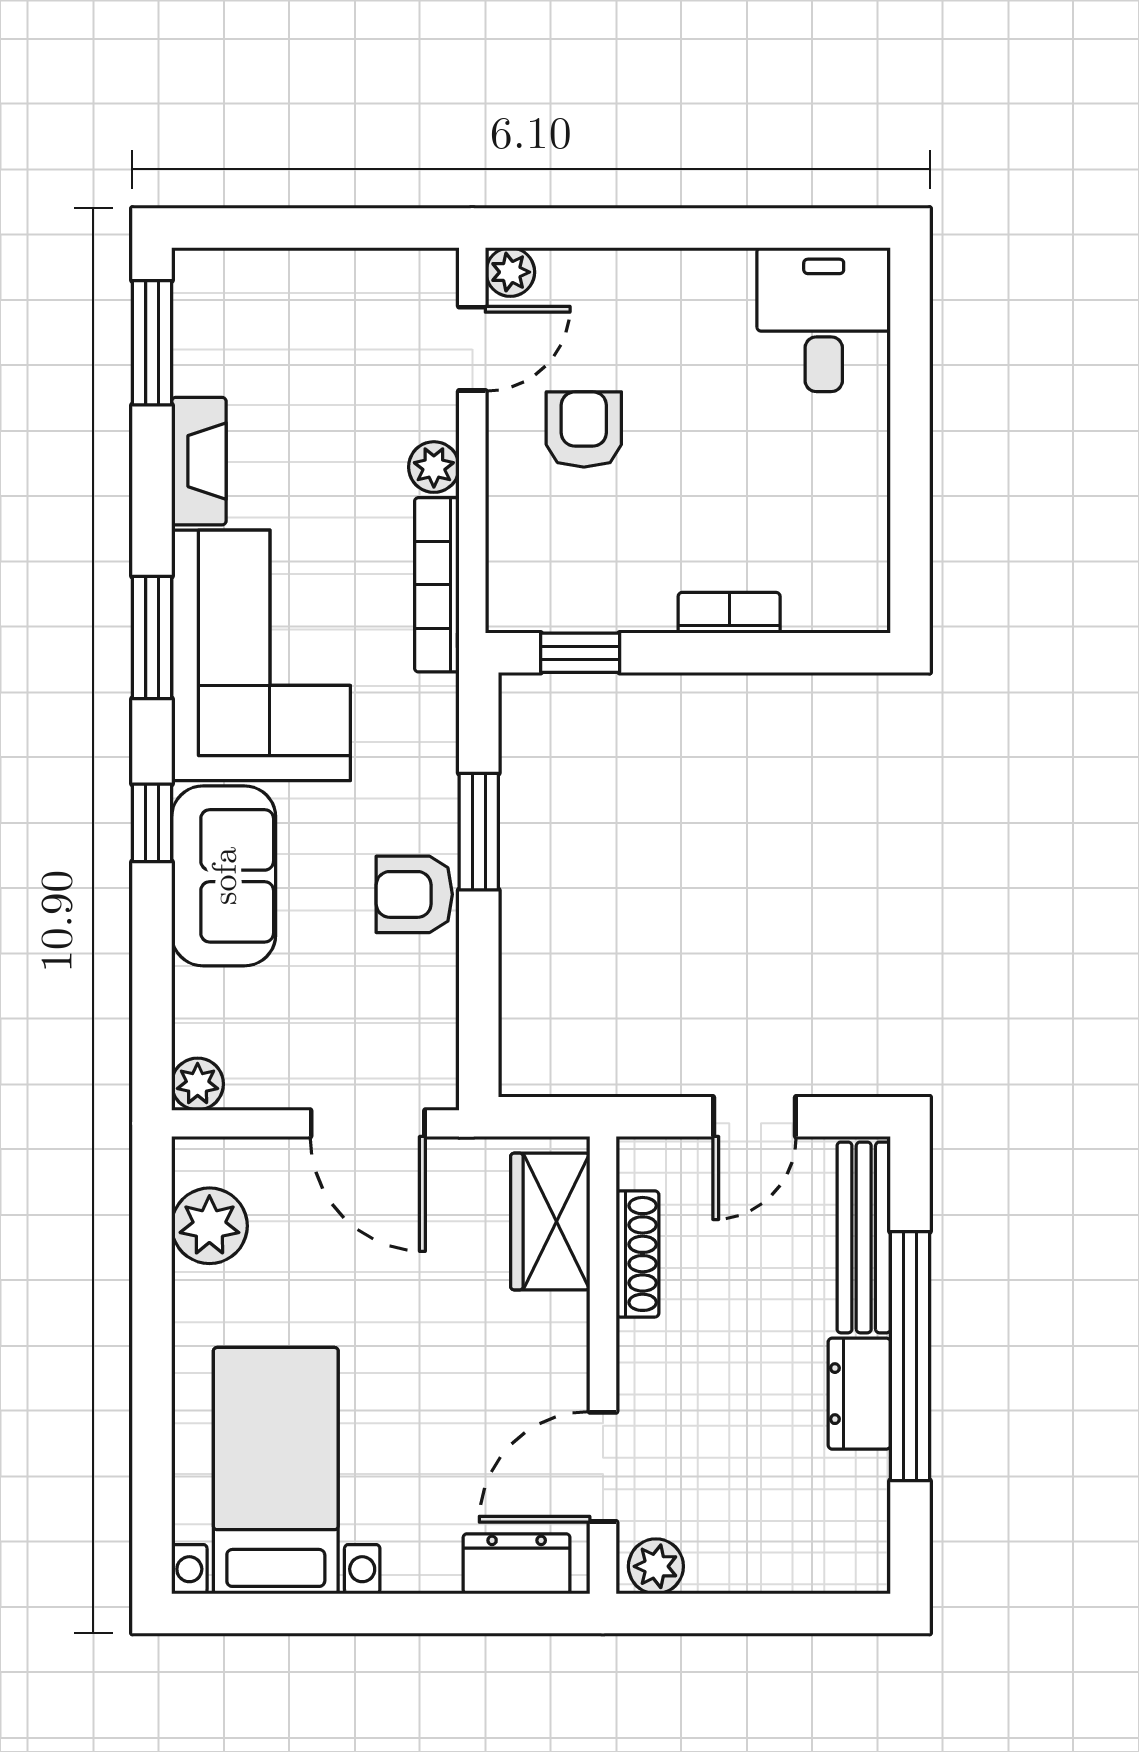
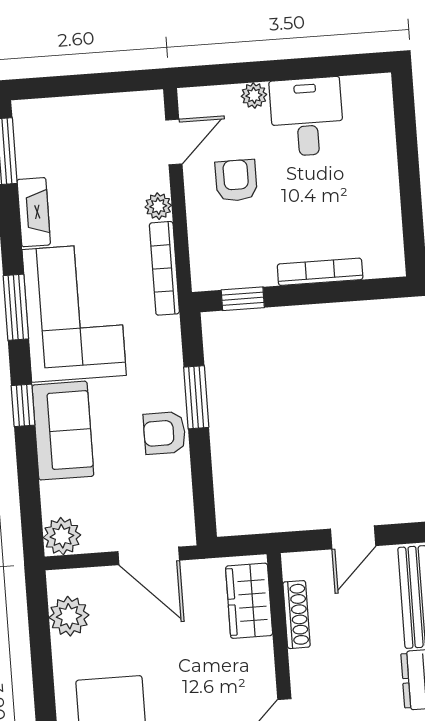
plant: (510, 272) -> (254, 95), moved
desk: (824, 320) -> (307, 117), moved
bookcase: (729, 613) -> (320, 272), width x1.56
plant: (198, 1084) -> (62, 536), width x1.38, depth x1.38

